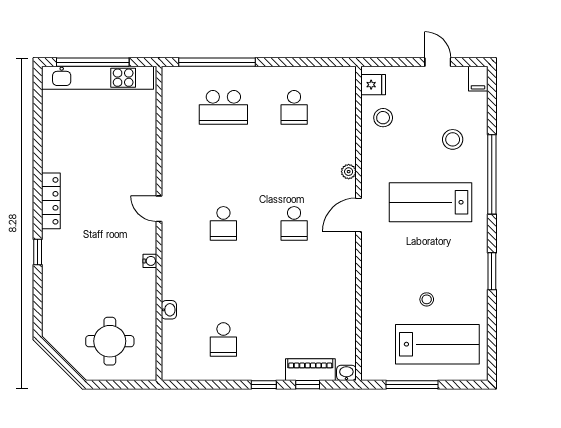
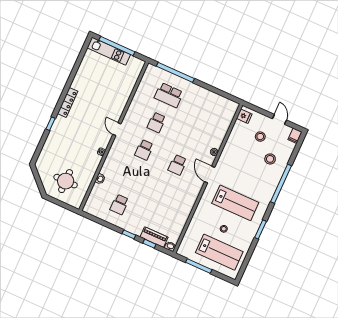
kitchen unit: (97, 78) -> (109, 51), width x0.73
school desk: (294, 107) -> (156, 122), moved
stool: (383, 118) -> (260, 137), moved
lab bench: (431, 202) -> (235, 203), moved, turned 180
door: (359, 215) -> (210, 175), hinge flipped

